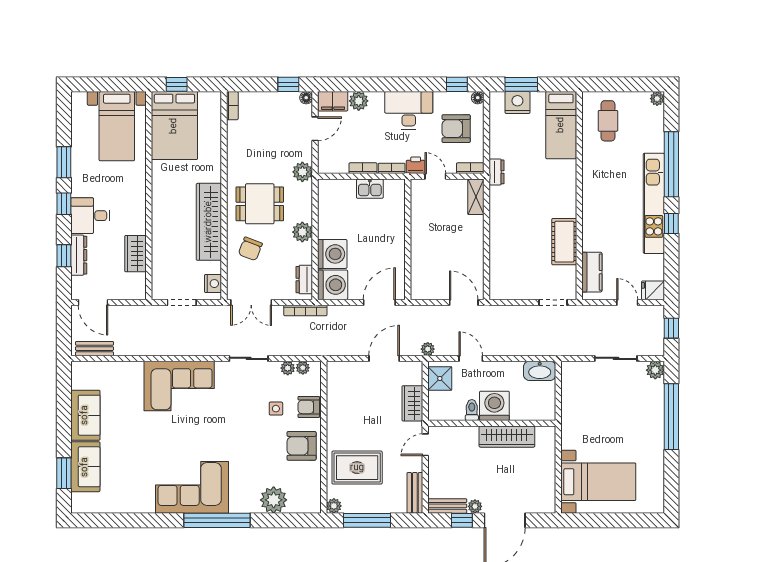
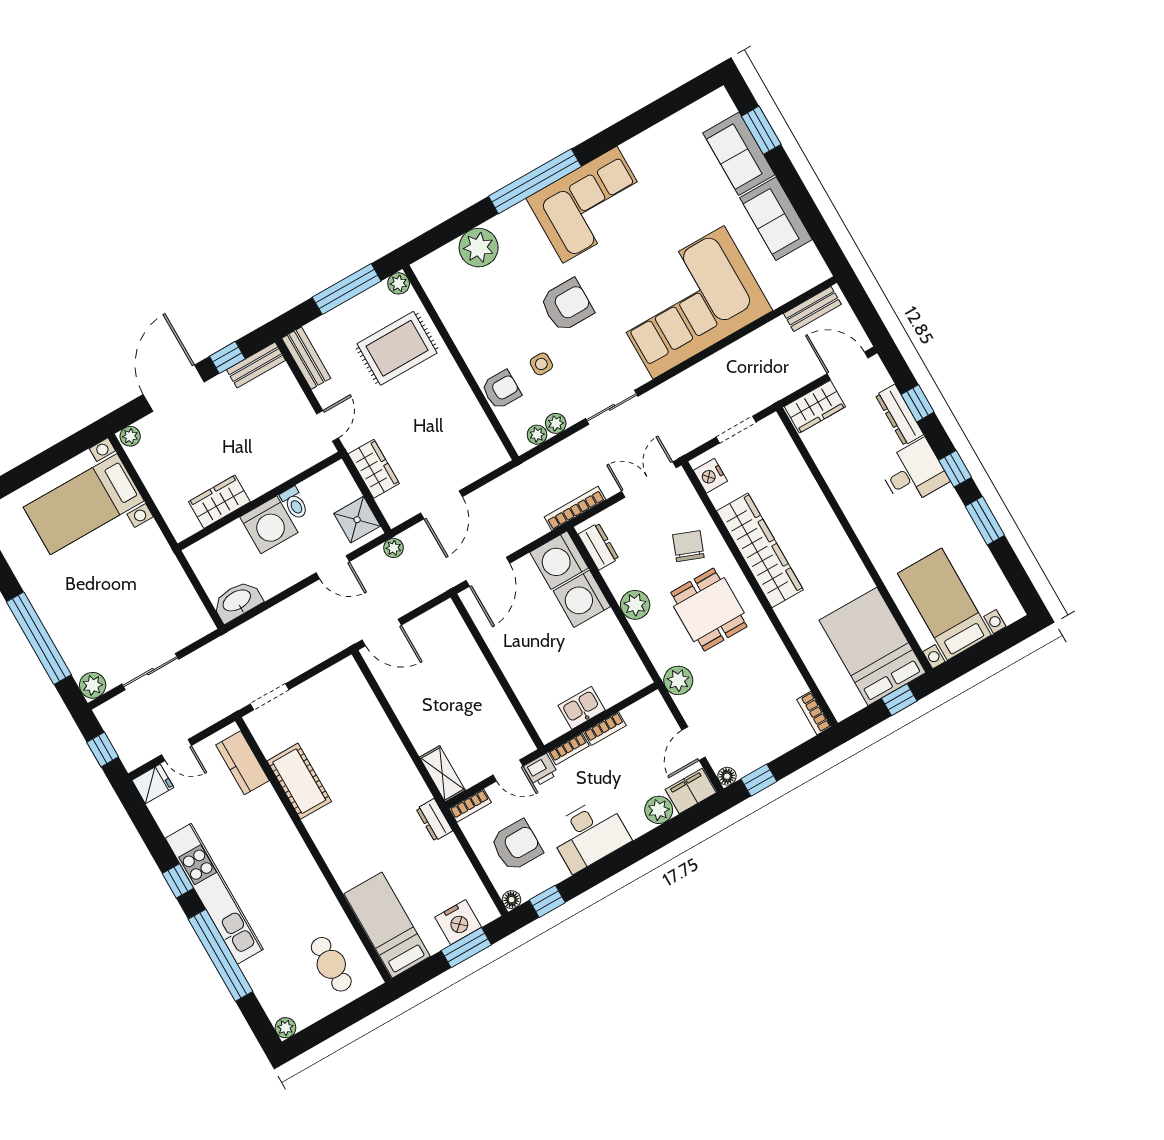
dining table: (260, 204) -> (709, 610), turned 90
wardrobe: (135, 254) -> (815, 407), moved, turned 90
corner sofa: (179, 386) -> (689, 302), width x1.36, depth x1.36
wardrobe: (507, 437) -> (219, 502), width x0.67
armchair: (302, 446) -> (567, 305), moved
plant: (475, 506) -> (130, 436), moved

